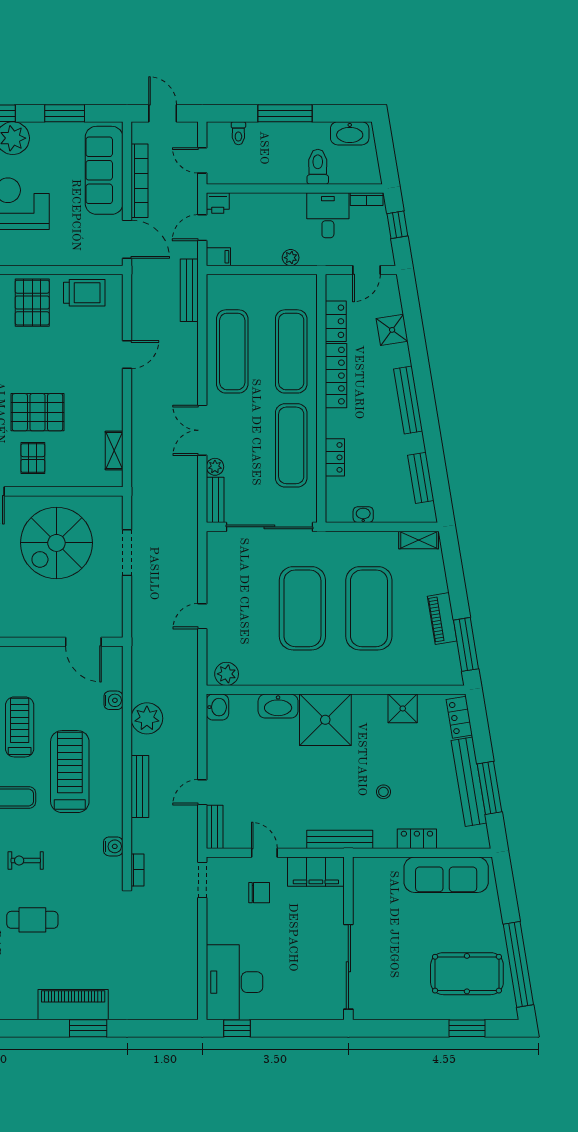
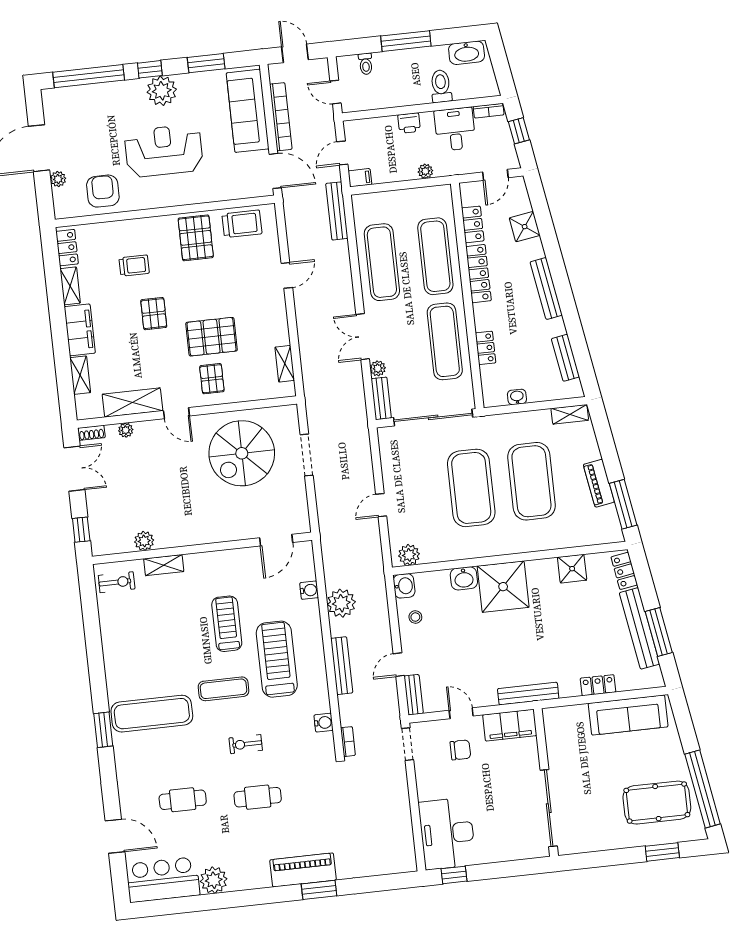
printer: (218, 203) -> (409, 123), moved
door: (83, 642) -> (276, 540), hinge flipped
washbasin: (278, 706) -> (464, 578), width x0.72
stool: (383, 792) -> (415, 617), moved

